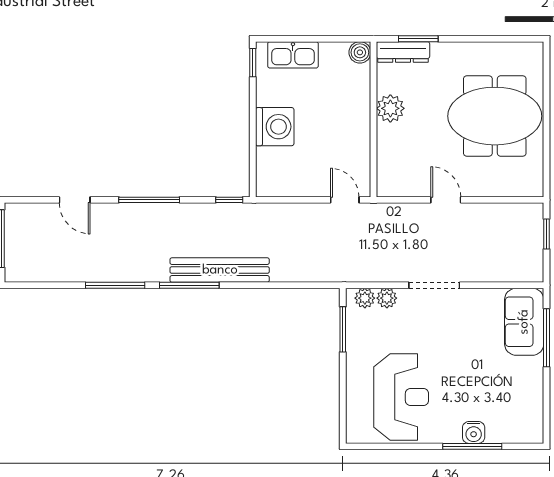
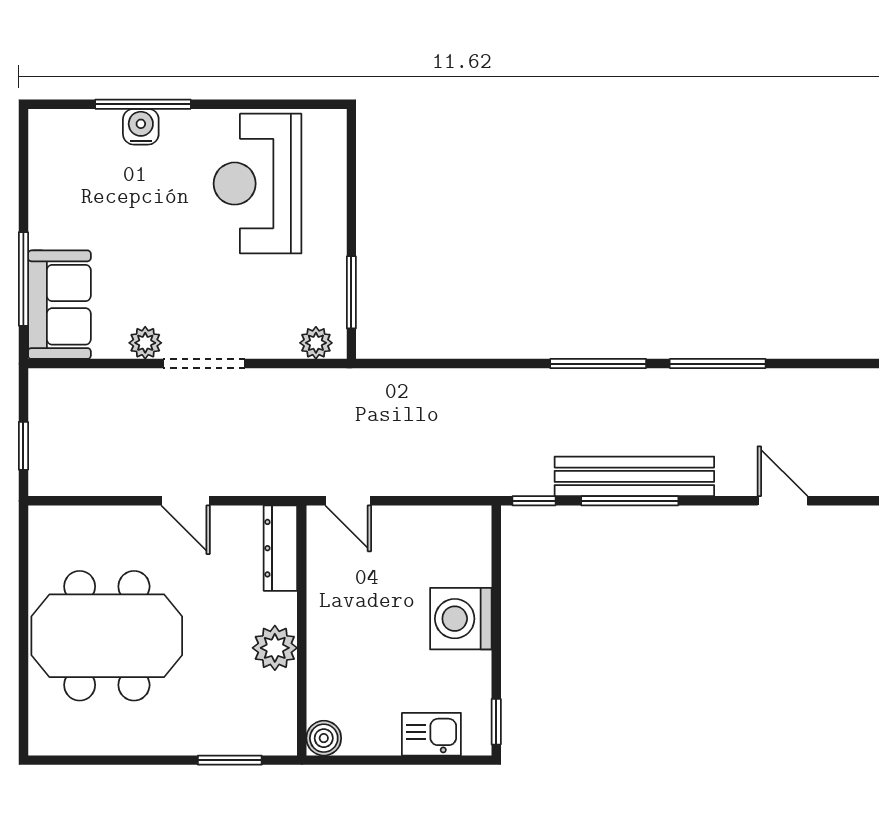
dresser: (403, 52) -> (280, 548), moved, turned -90
kitchen sink: (293, 55) -> (431, 734), width x0.73
window: (149, 200) -> (630, 501), moved
bench: (220, 270) -> (634, 476), moved
plant: (387, 298) -> (145, 343), moved

